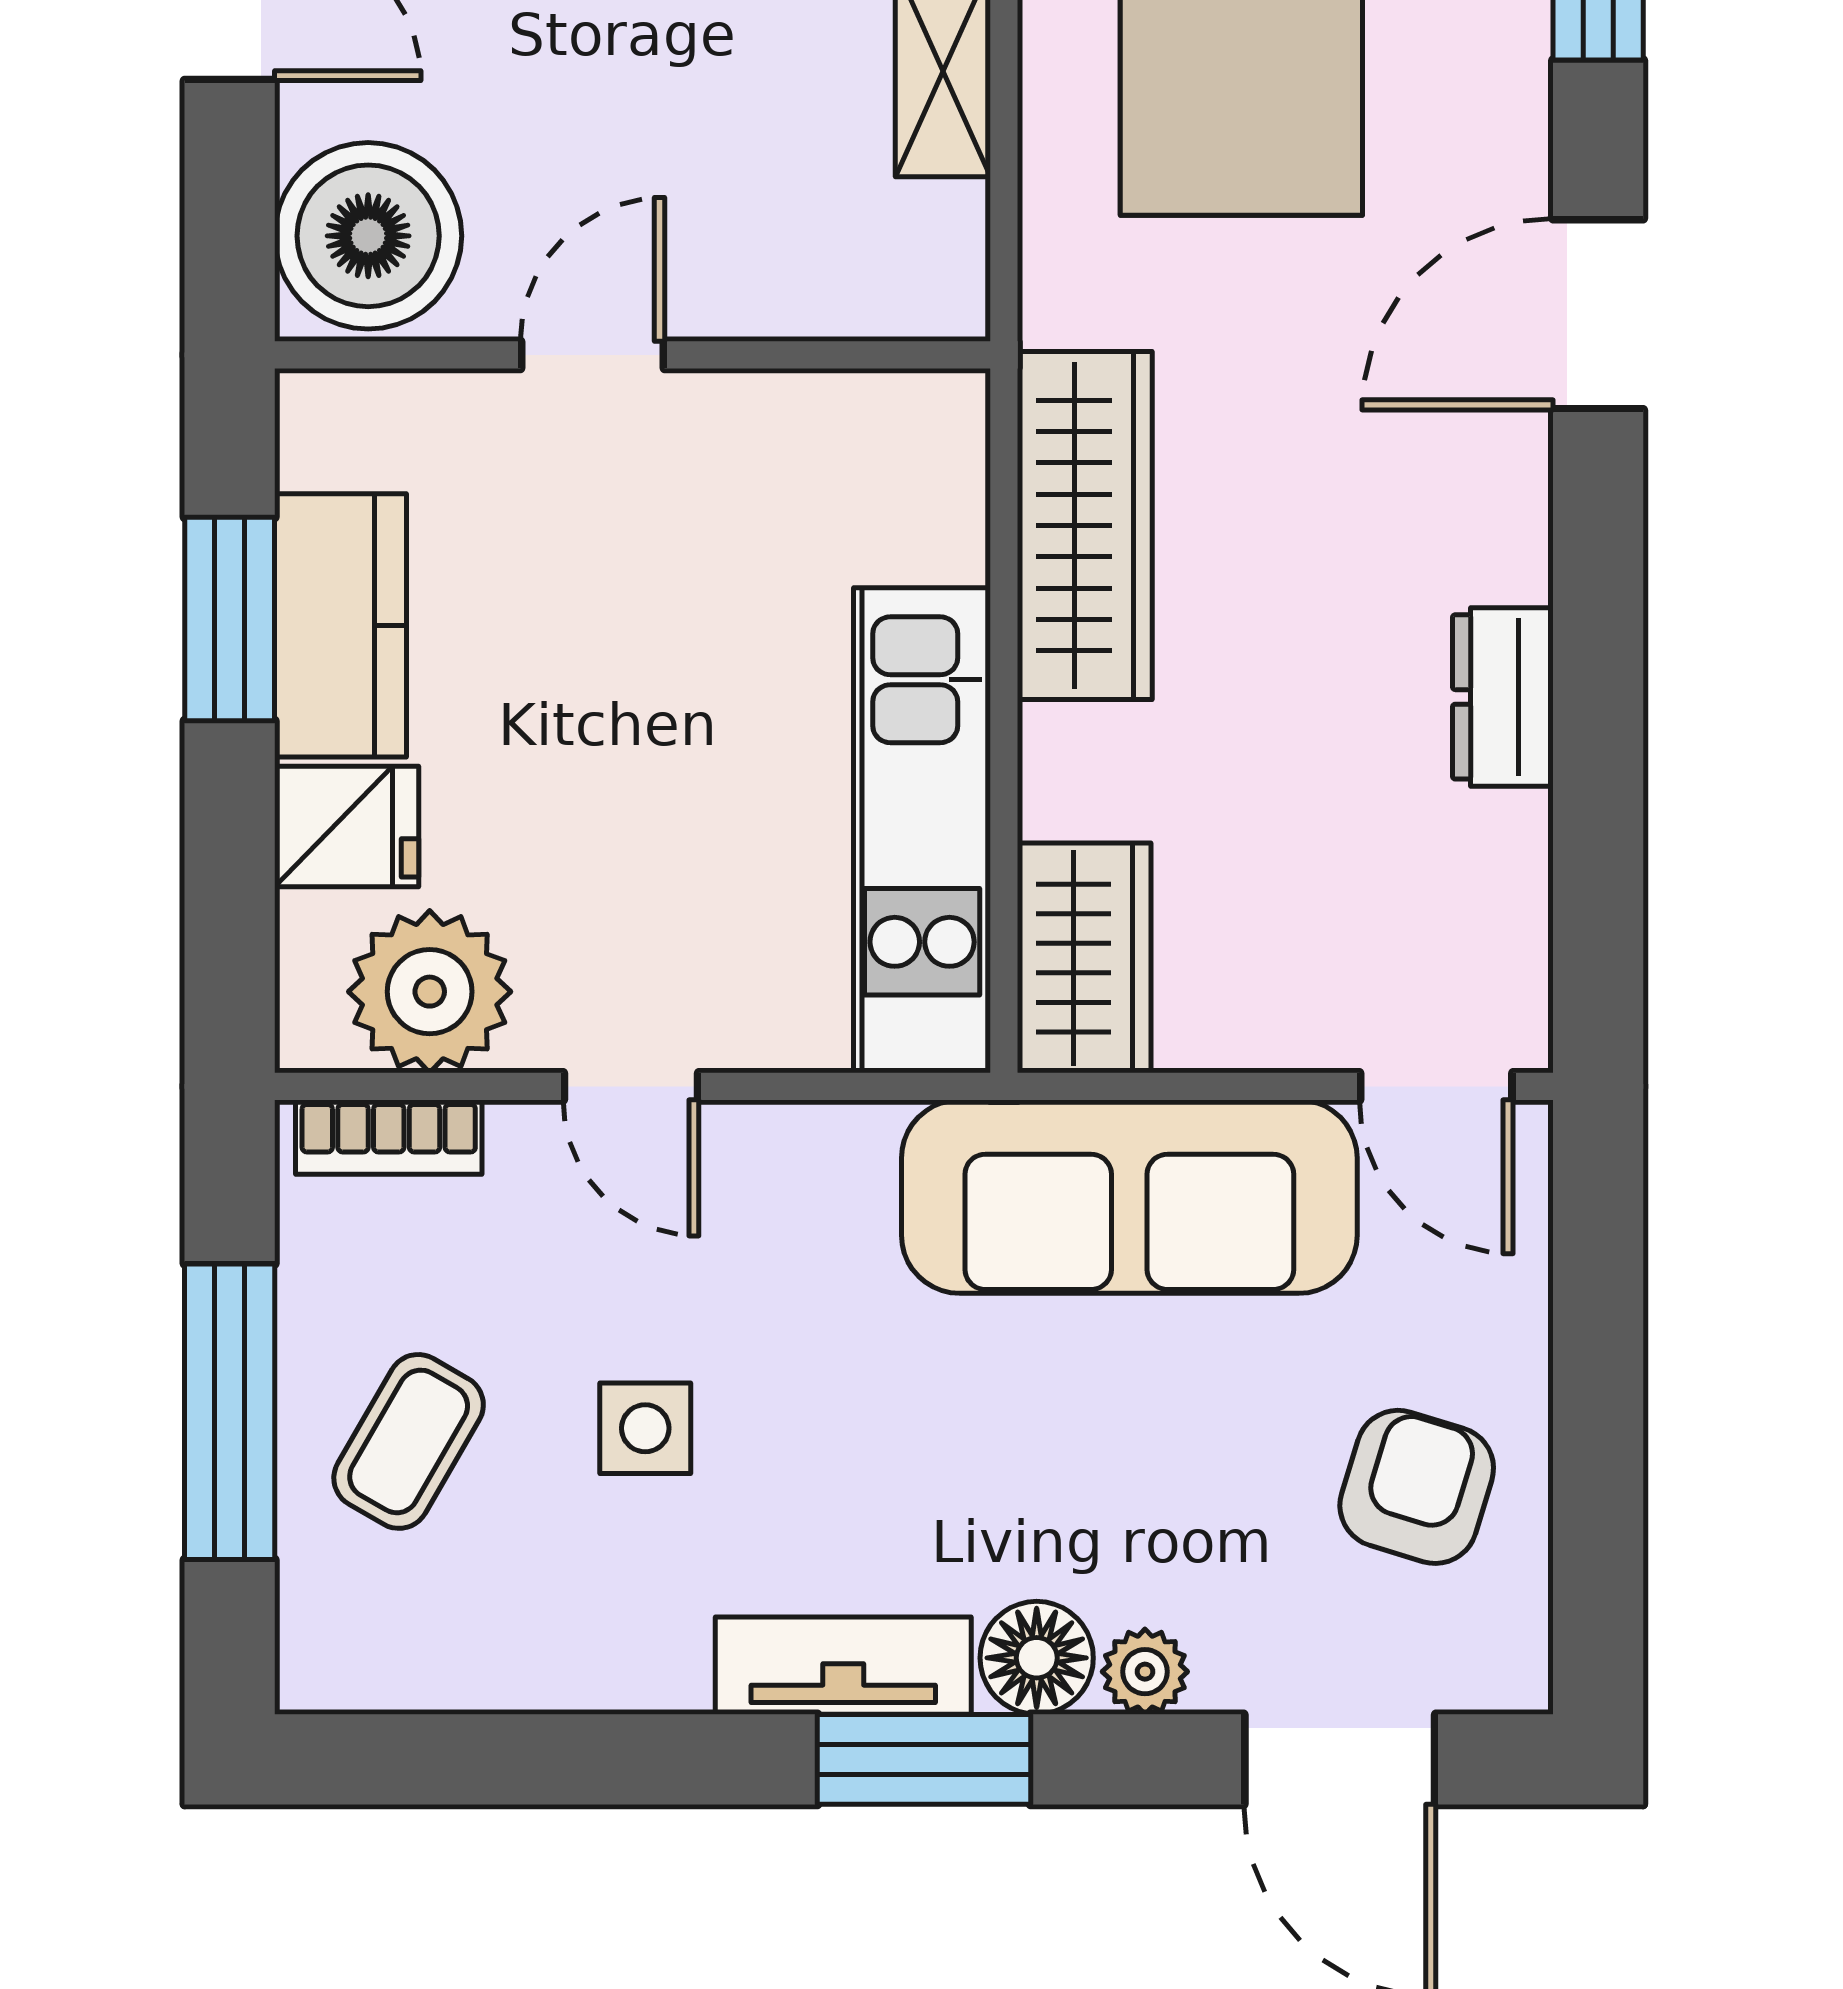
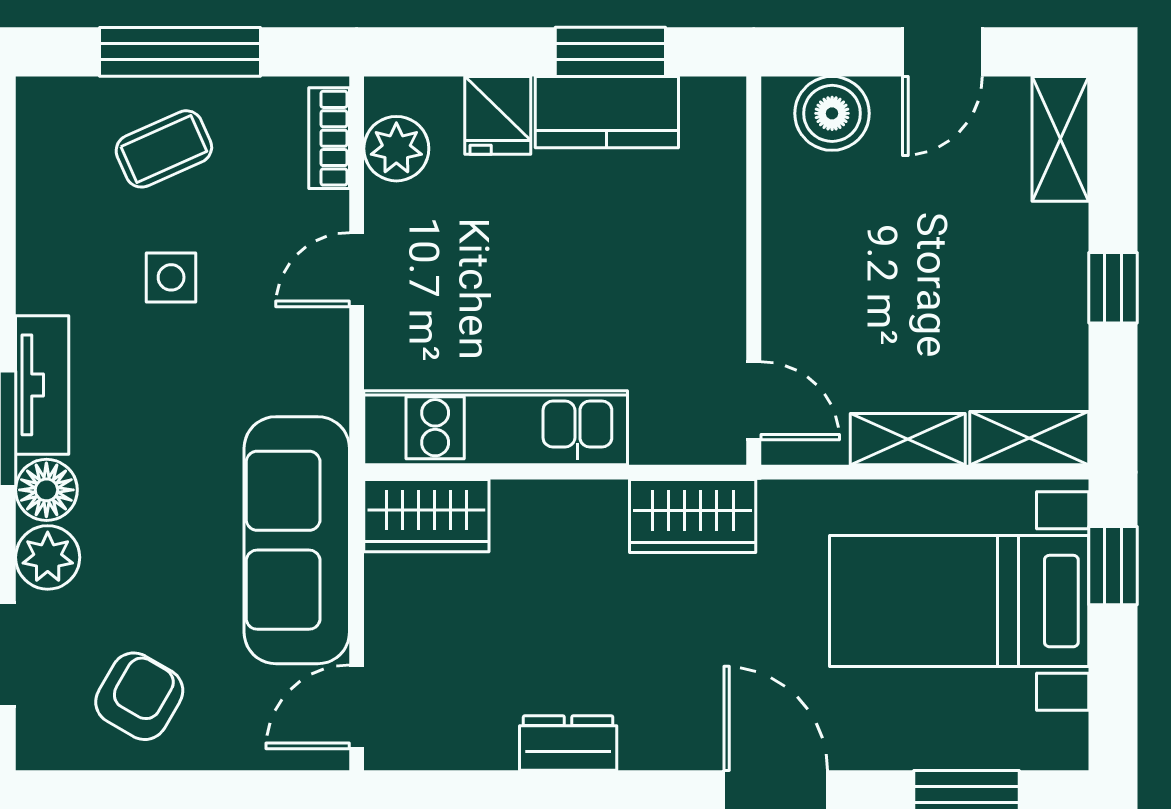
boiler: (368, 236) -> (832, 113), width x0.73, depth x0.73
door: (593, 355) -> (754, 401), moved
wardrobe: (1085, 525) -> (693, 516), width x0.67
plant: (430, 992) -> (396, 149), width x0.73, depth x0.73
coffee table: (409, 1441) -> (164, 149), turned -54
armchair: (1417, 1487) -> (139, 696), turned -77
plant: (1145, 1672) -> (48, 557), width x1.38, depth x1.38

